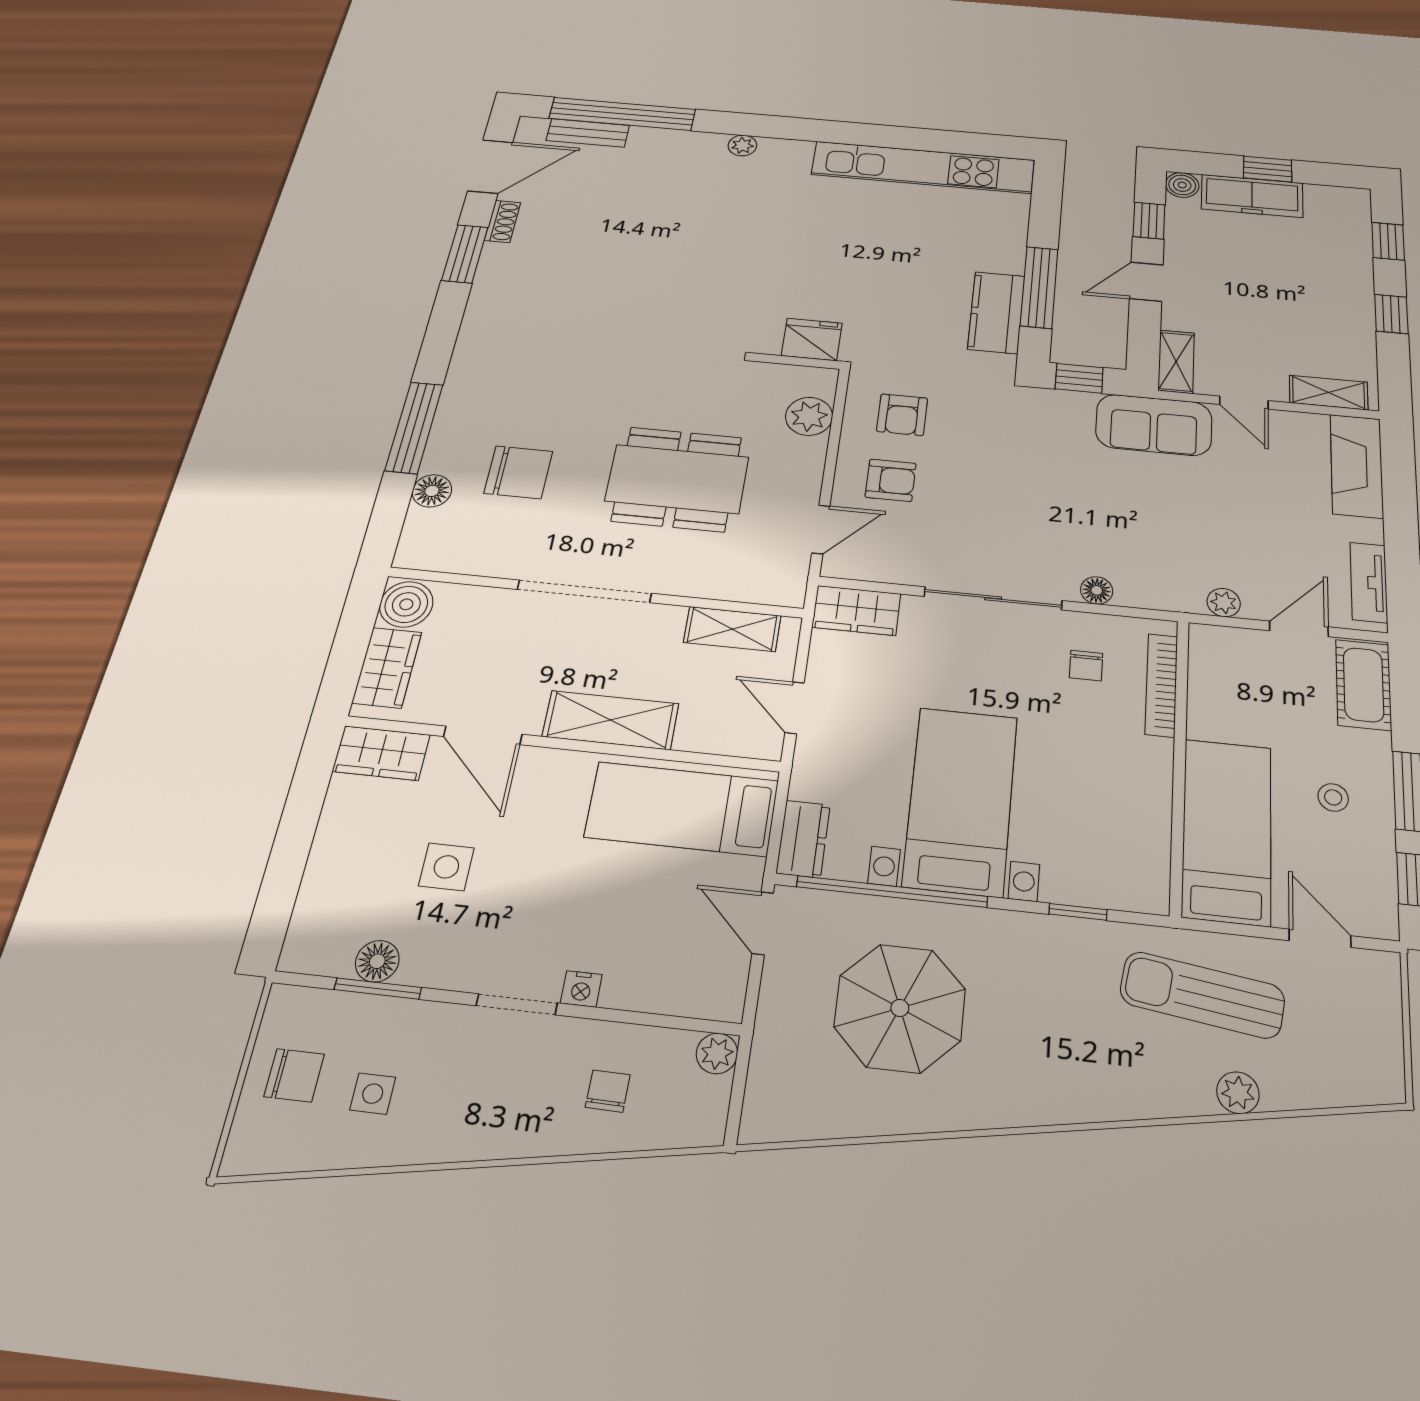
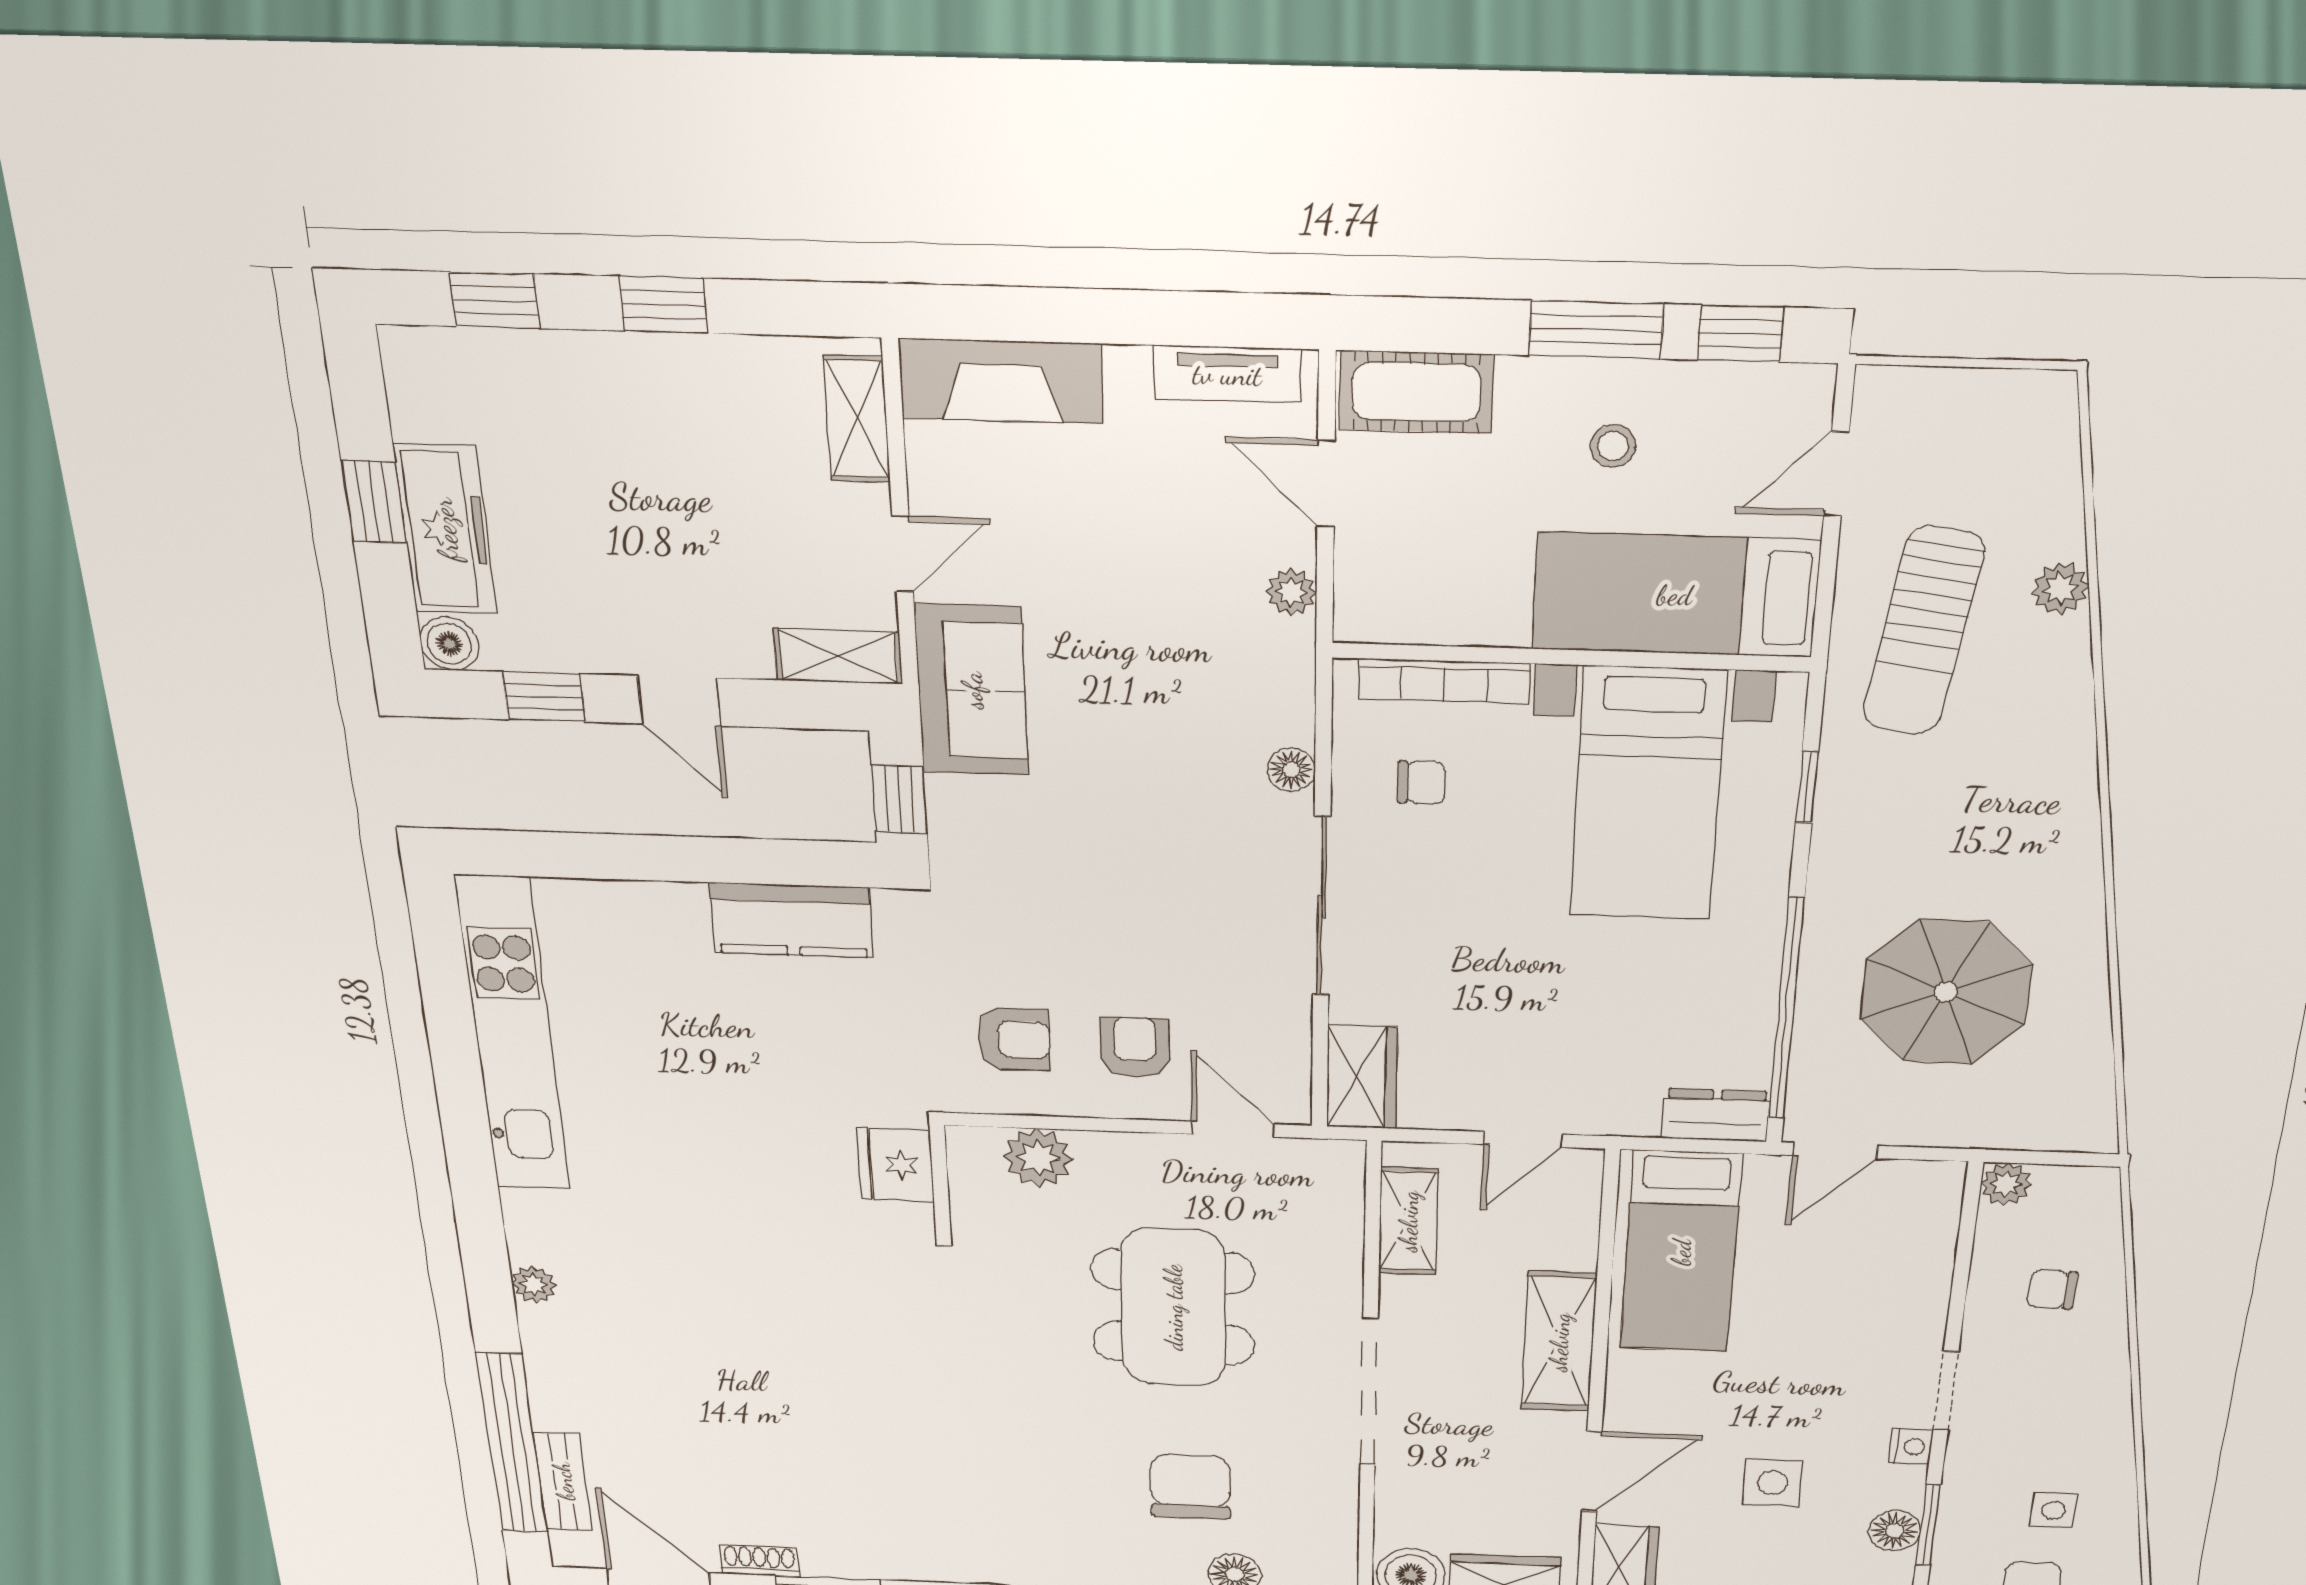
window: (1039, 287) -> (726, 860), removed
bed with nightstands: (961, 800) -> (1648, 794), moved, turned -90
nightstand: (581, 989) -> (1911, 1447), moved

